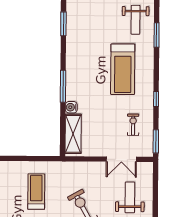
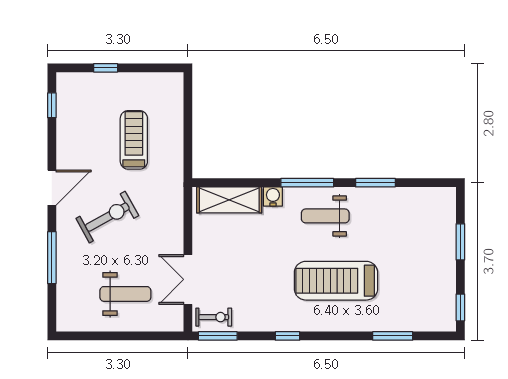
weight bench: (136, 20) -> (325, 216), moved
window: (63, 24) -> (375, 183), moved
exercise bike: (133, 125) -> (214, 317), moved
treadmill: (36, 192) -> (134, 140), turned -90

